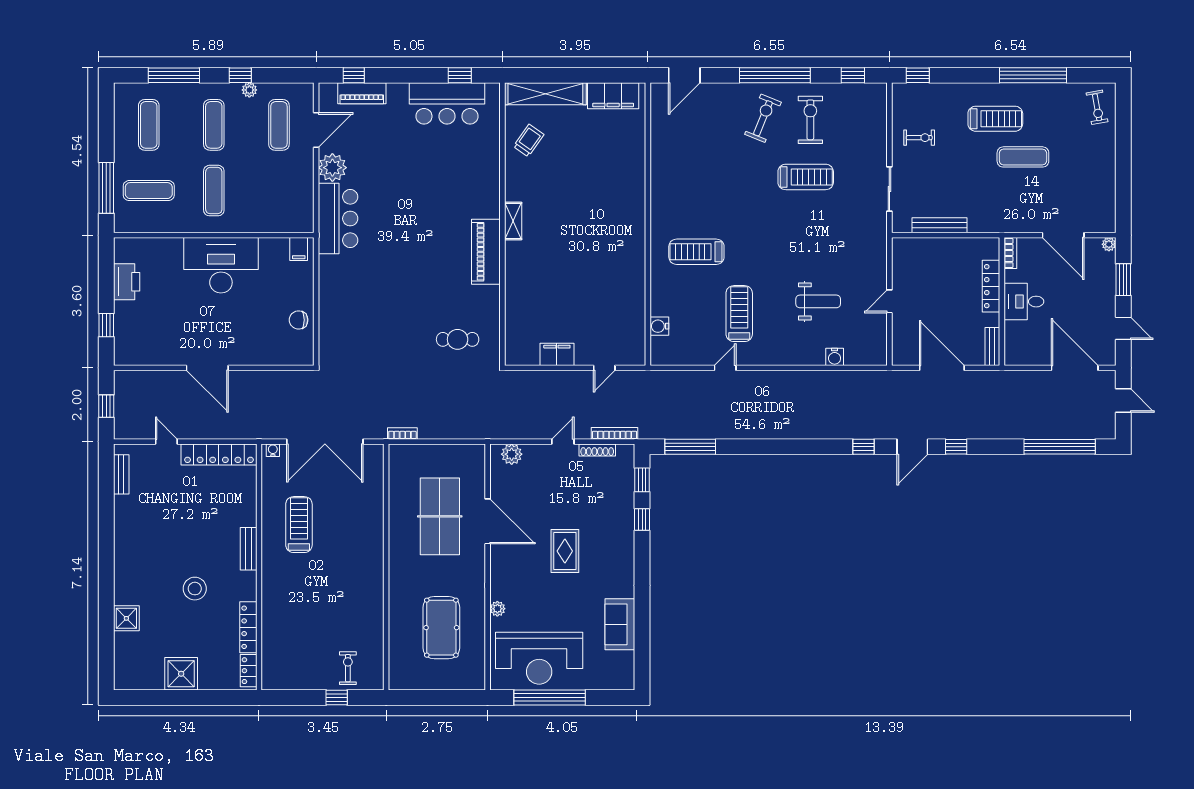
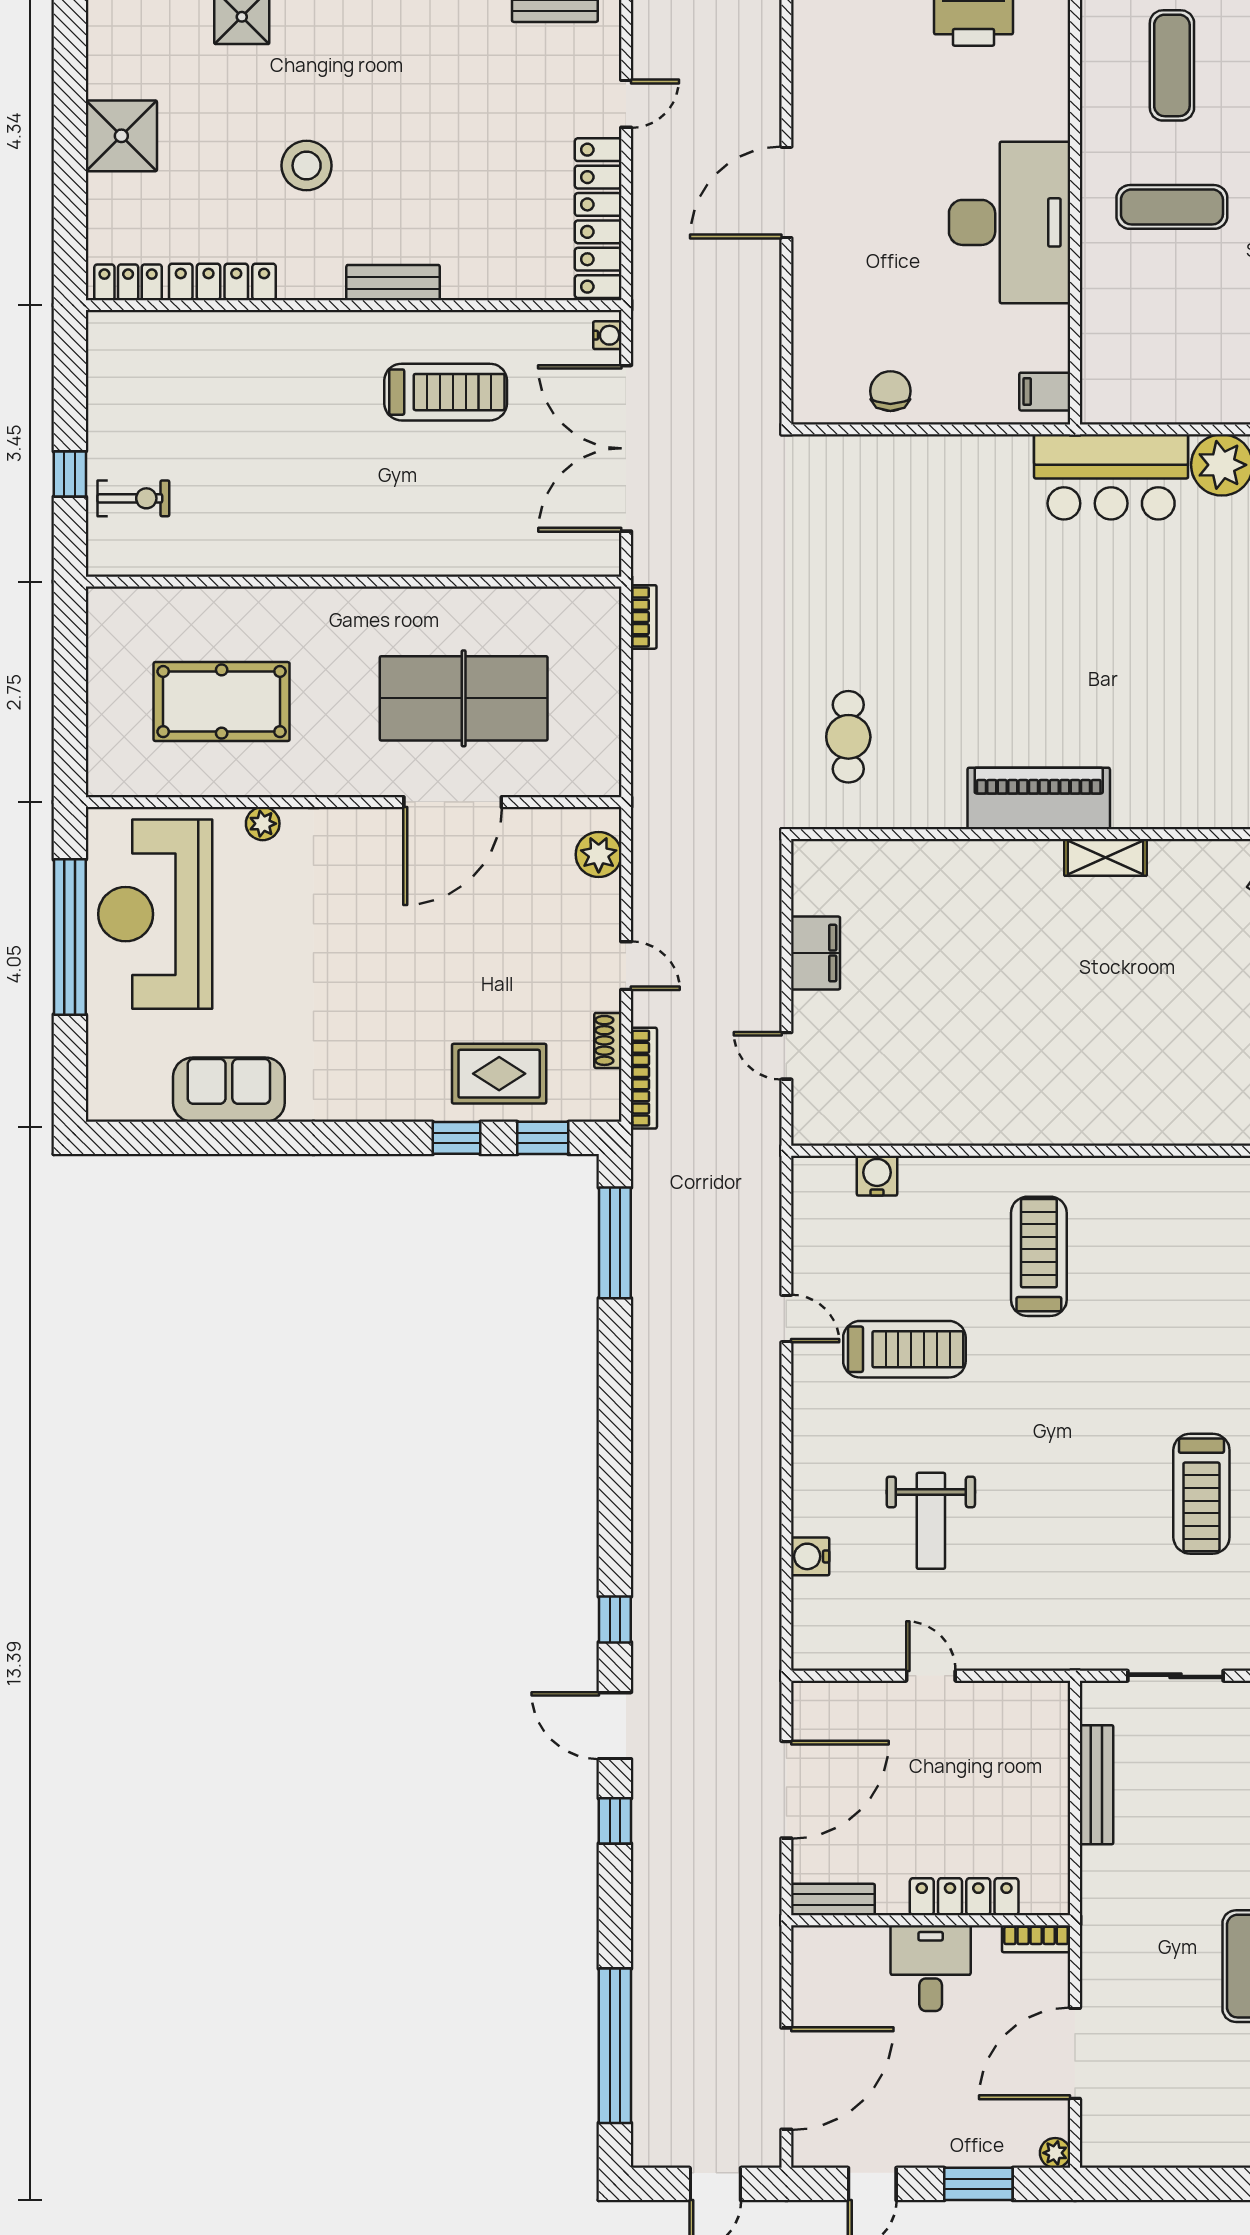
shoe rack: (597, 450) -> (608, 1040), width x0.70
rug: (565, 551) -> (499, 1074), moved

